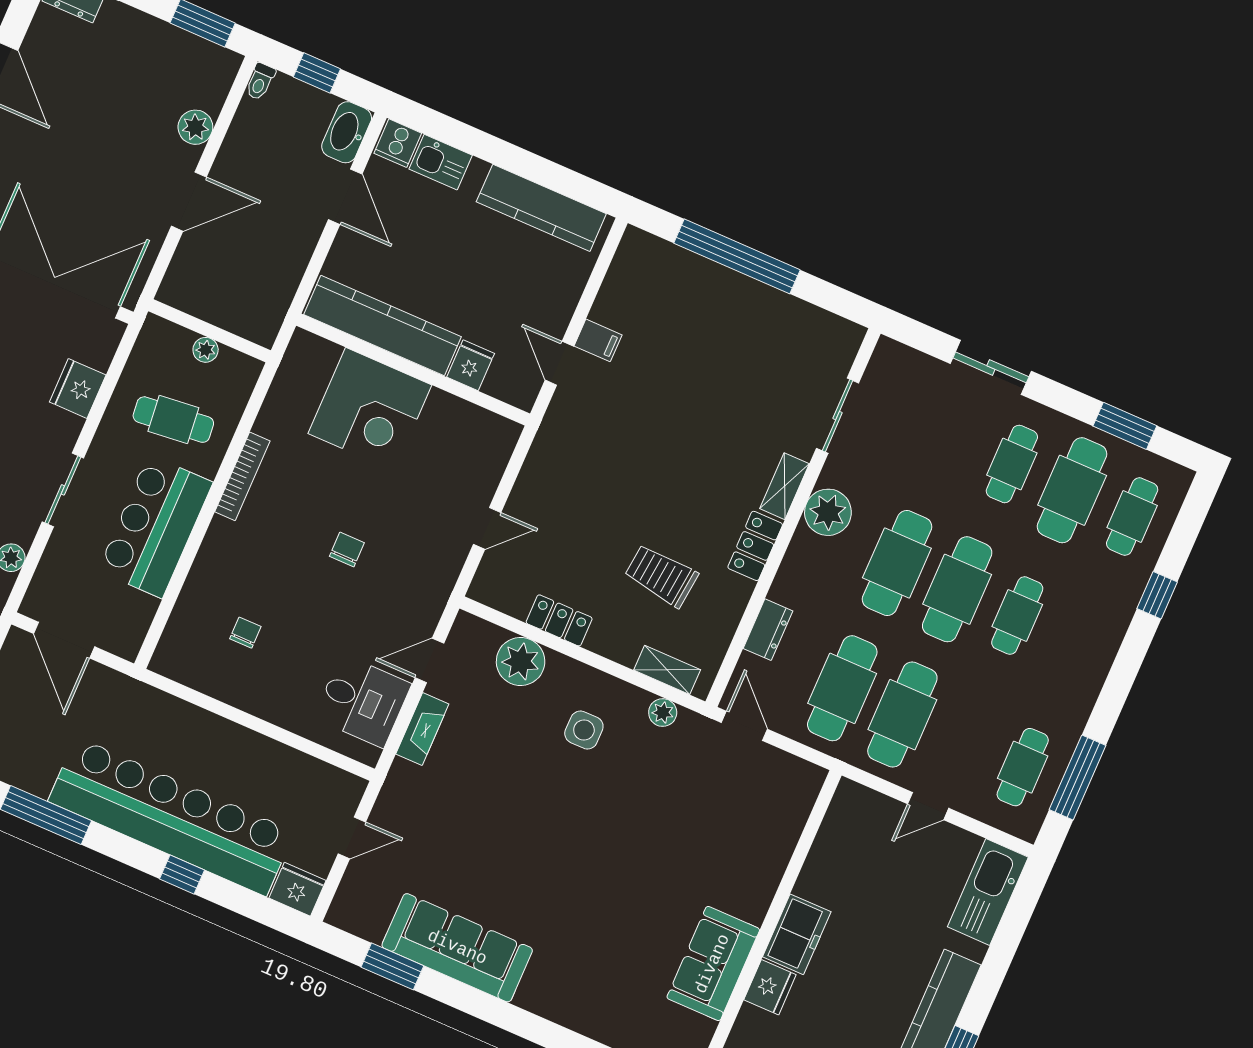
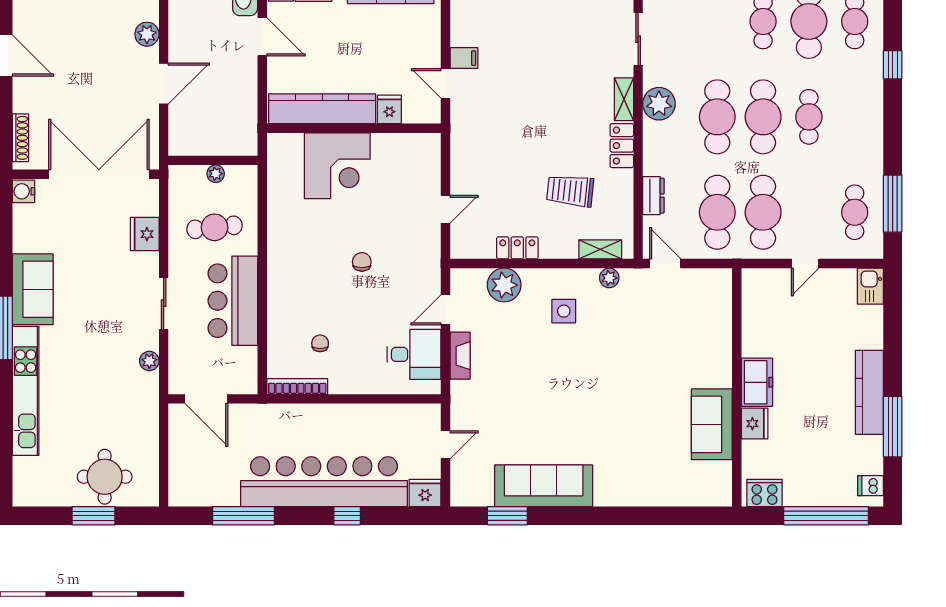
bookcase: (242, 476) -> (297, 386), moved, turned -90
kitchen sink: (988, 892) -> (870, 286), width x0.53, depth x0.81

